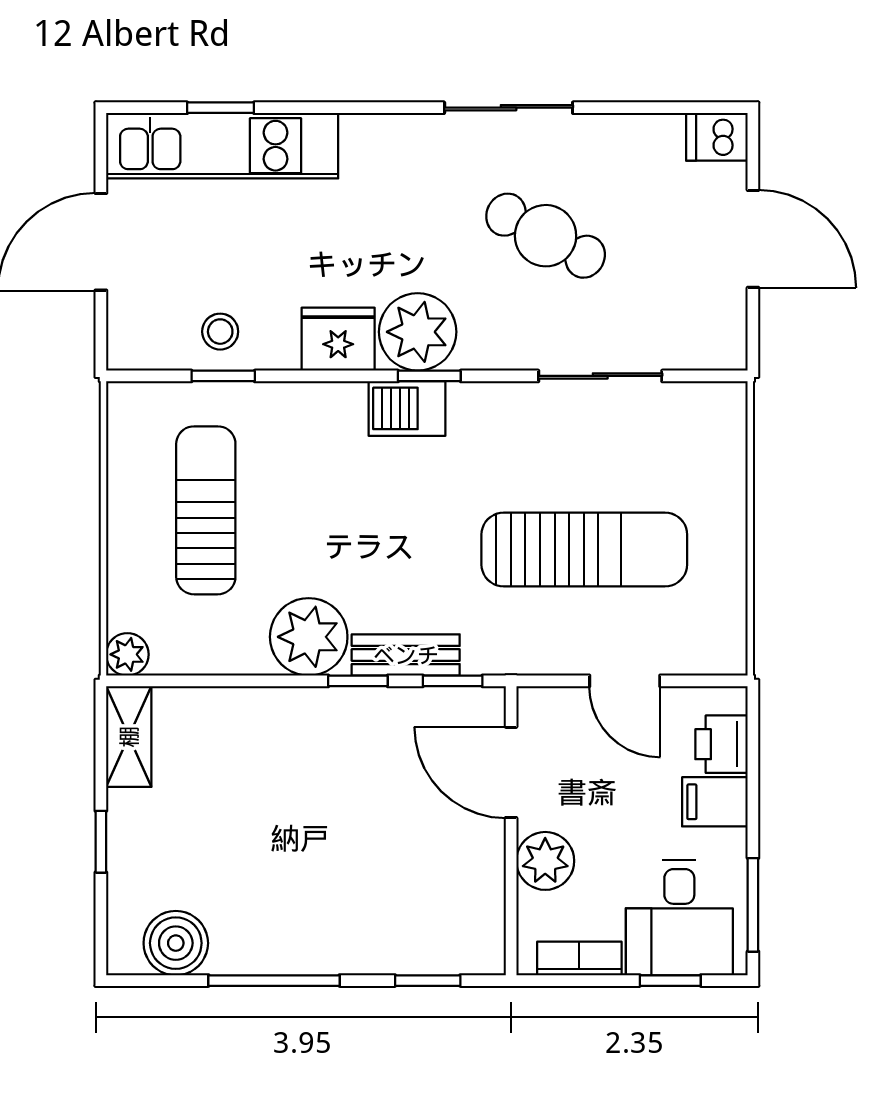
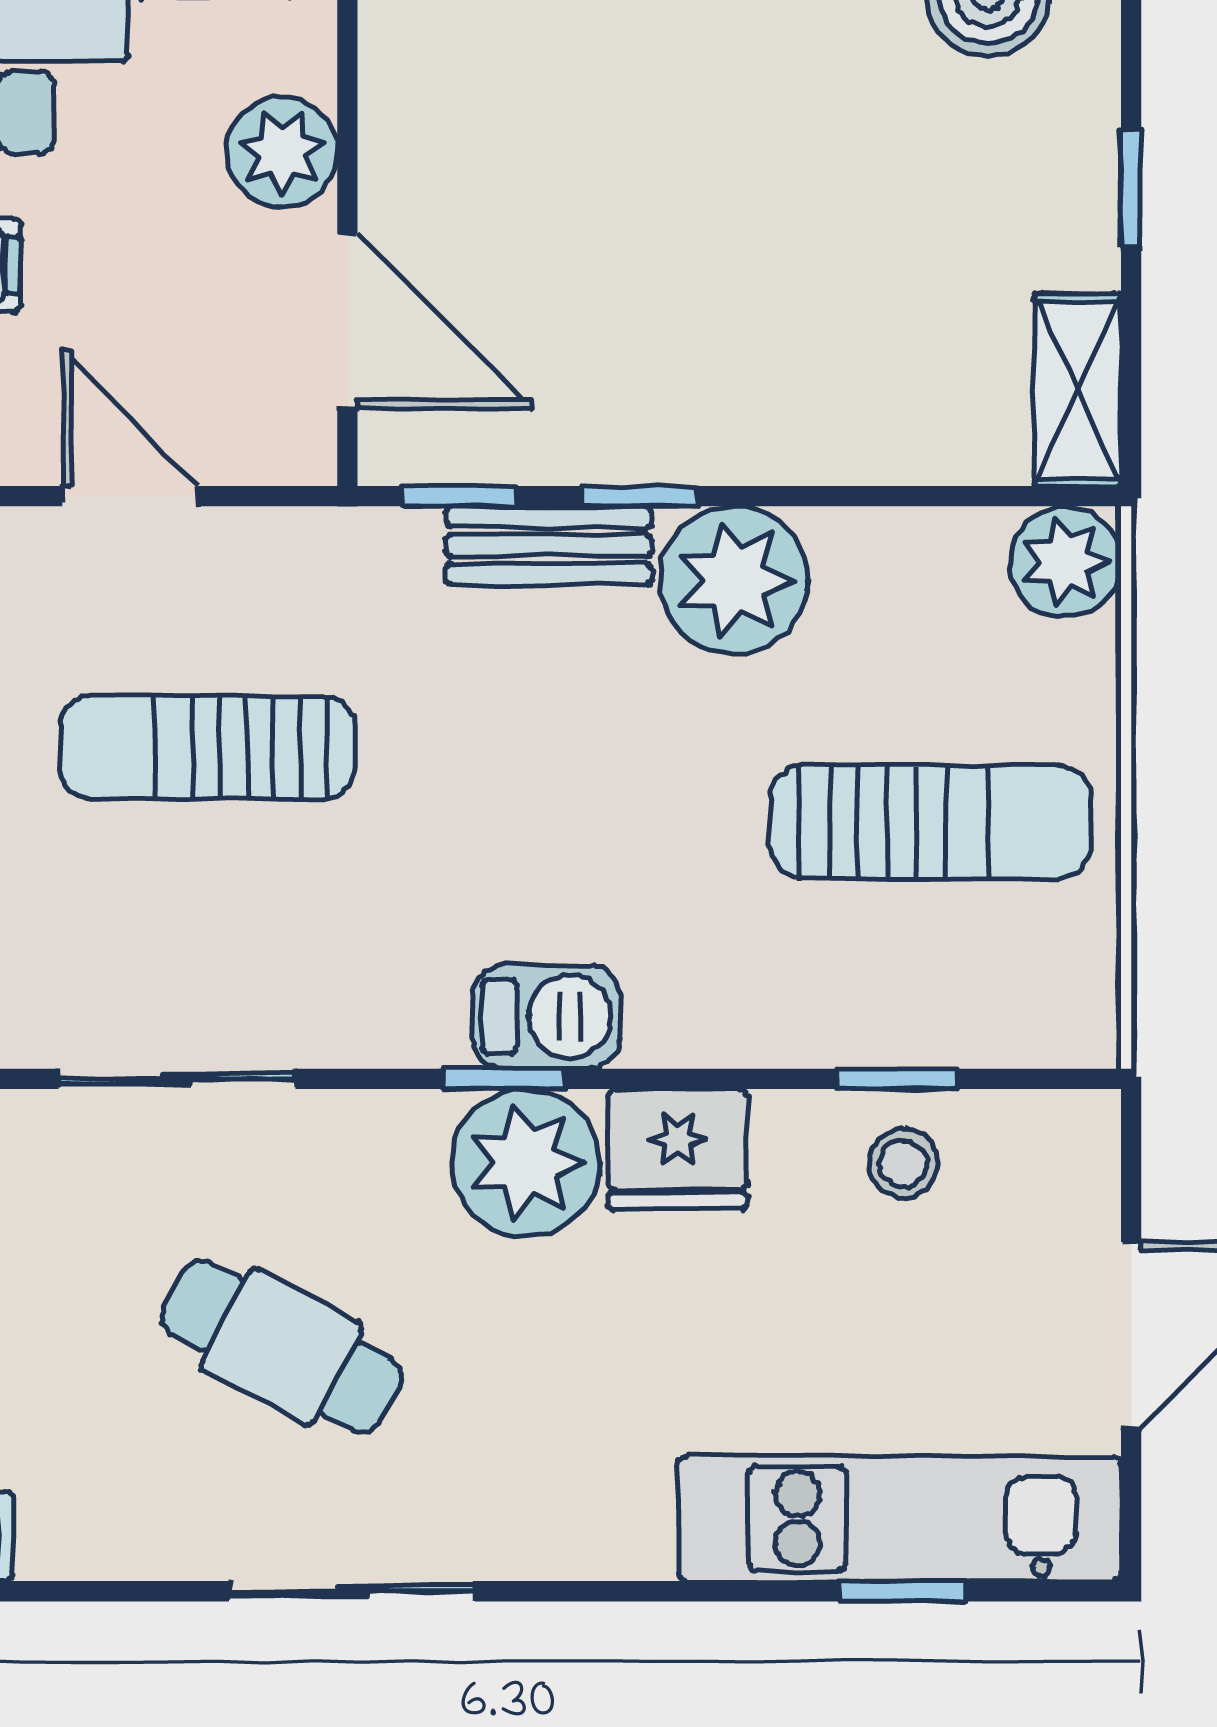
sun lounger: (206, 510) -> (930, 822), turned -90
sun lounger: (584, 550) -> (207, 747), width x0.73, depth x0.75
plant: (127, 654) -> (1065, 562), width x1.38, depth x1.38

